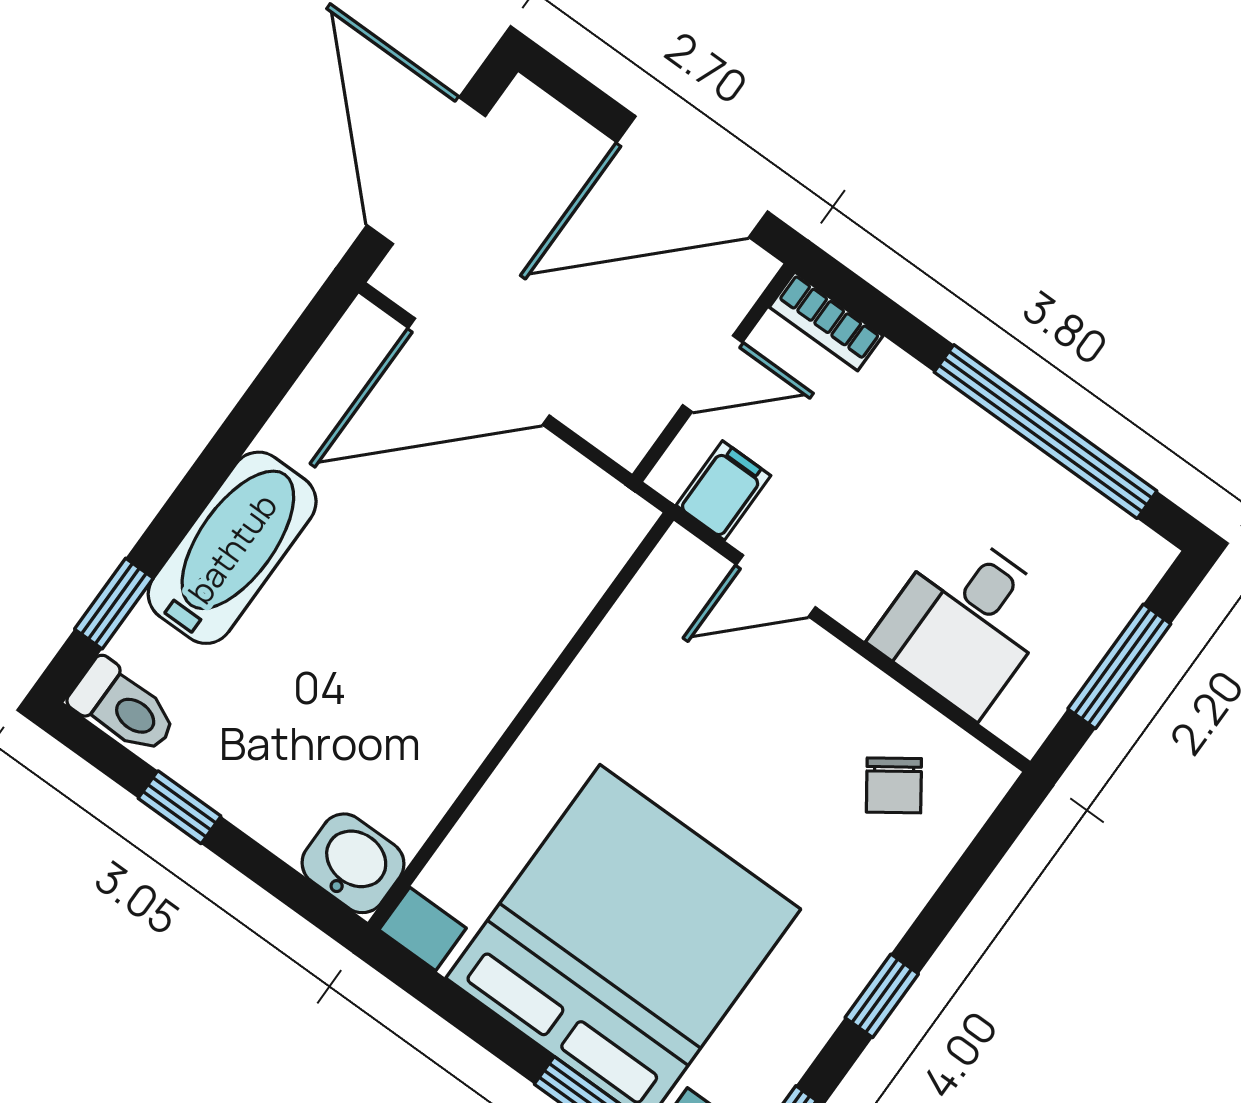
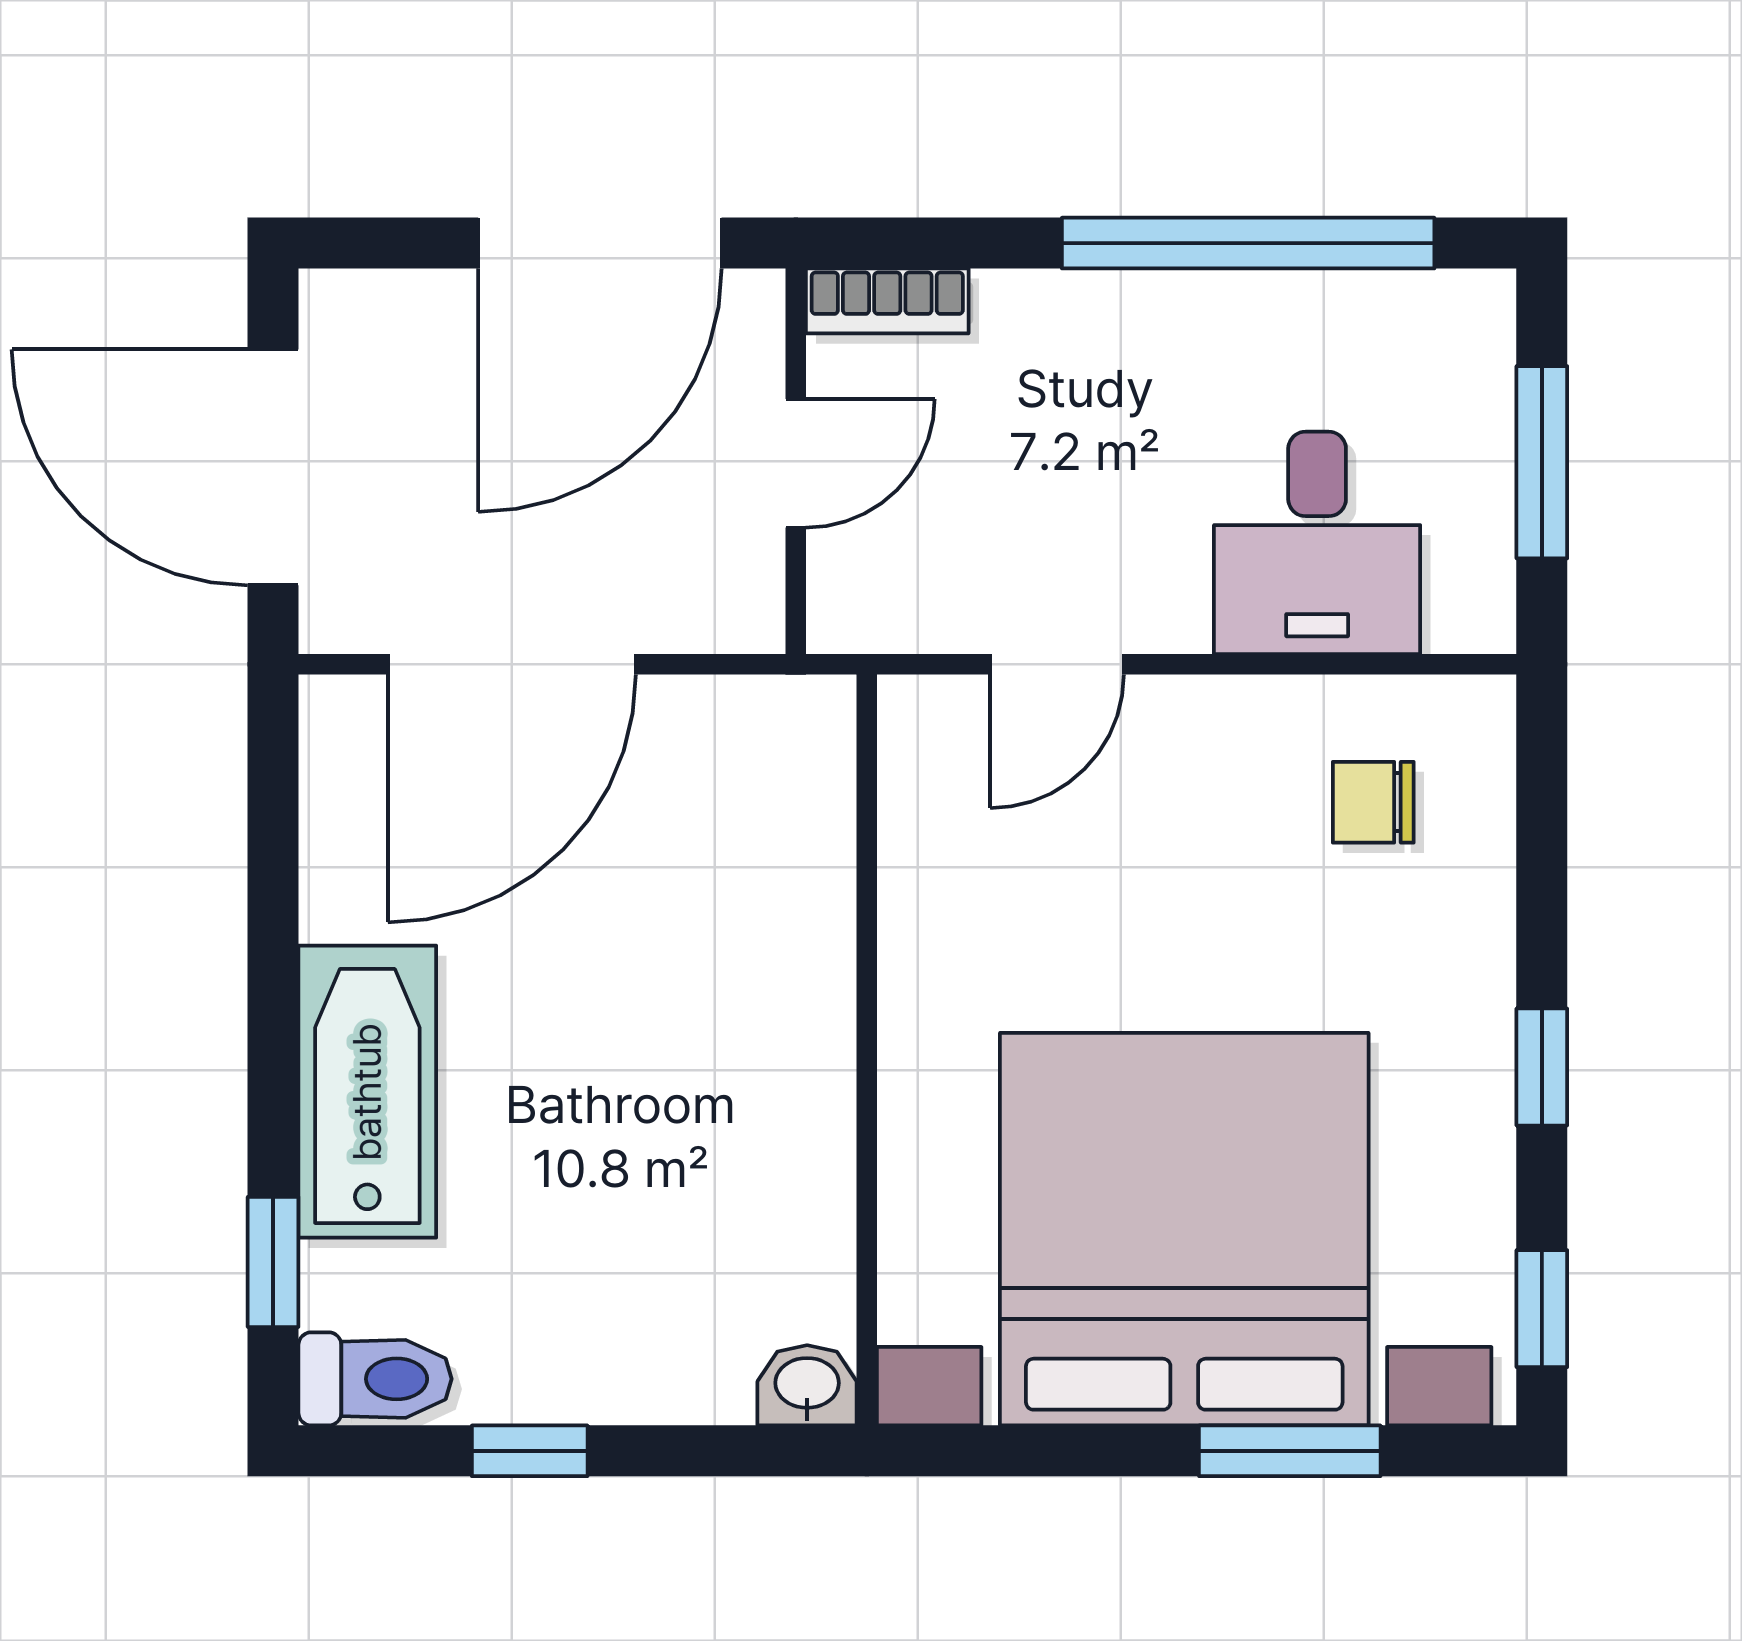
filing cabinet: (723, 490) -> (911, 595), removed
chair: (894, 785) -> (1373, 802), turned 125
washbasin: (353, 863) -> (807, 1385), width x0.72, depth x0.69

